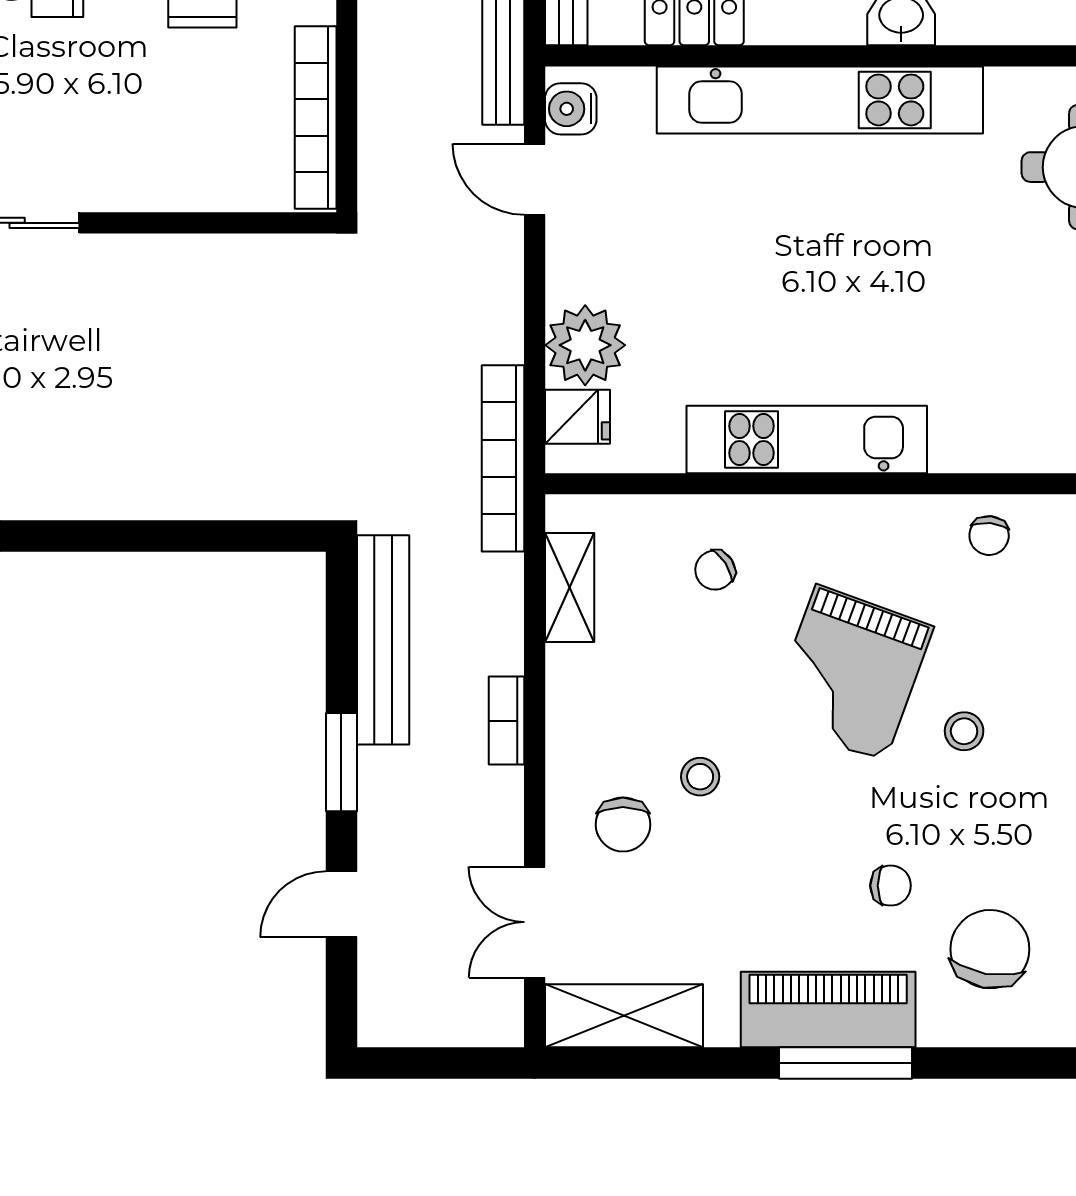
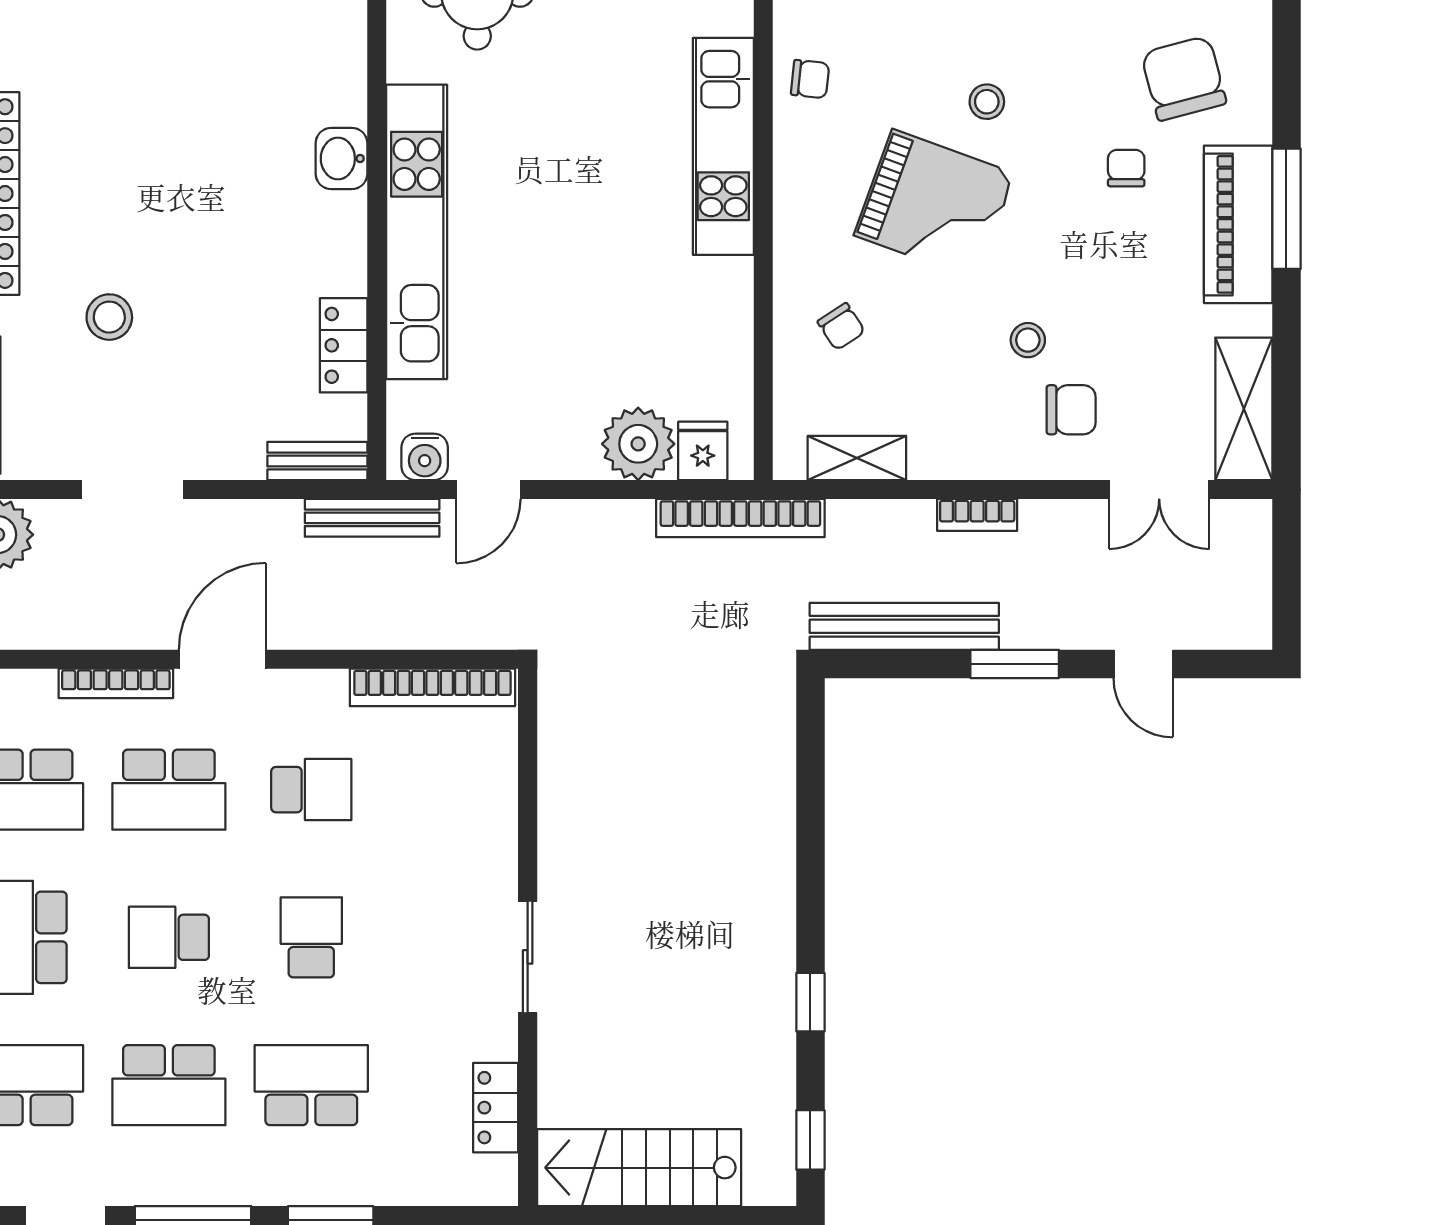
kitchen unit: (807, 440) -> (723, 146), moved
chair: (990, 949) -> (1184, 78), turned 65

